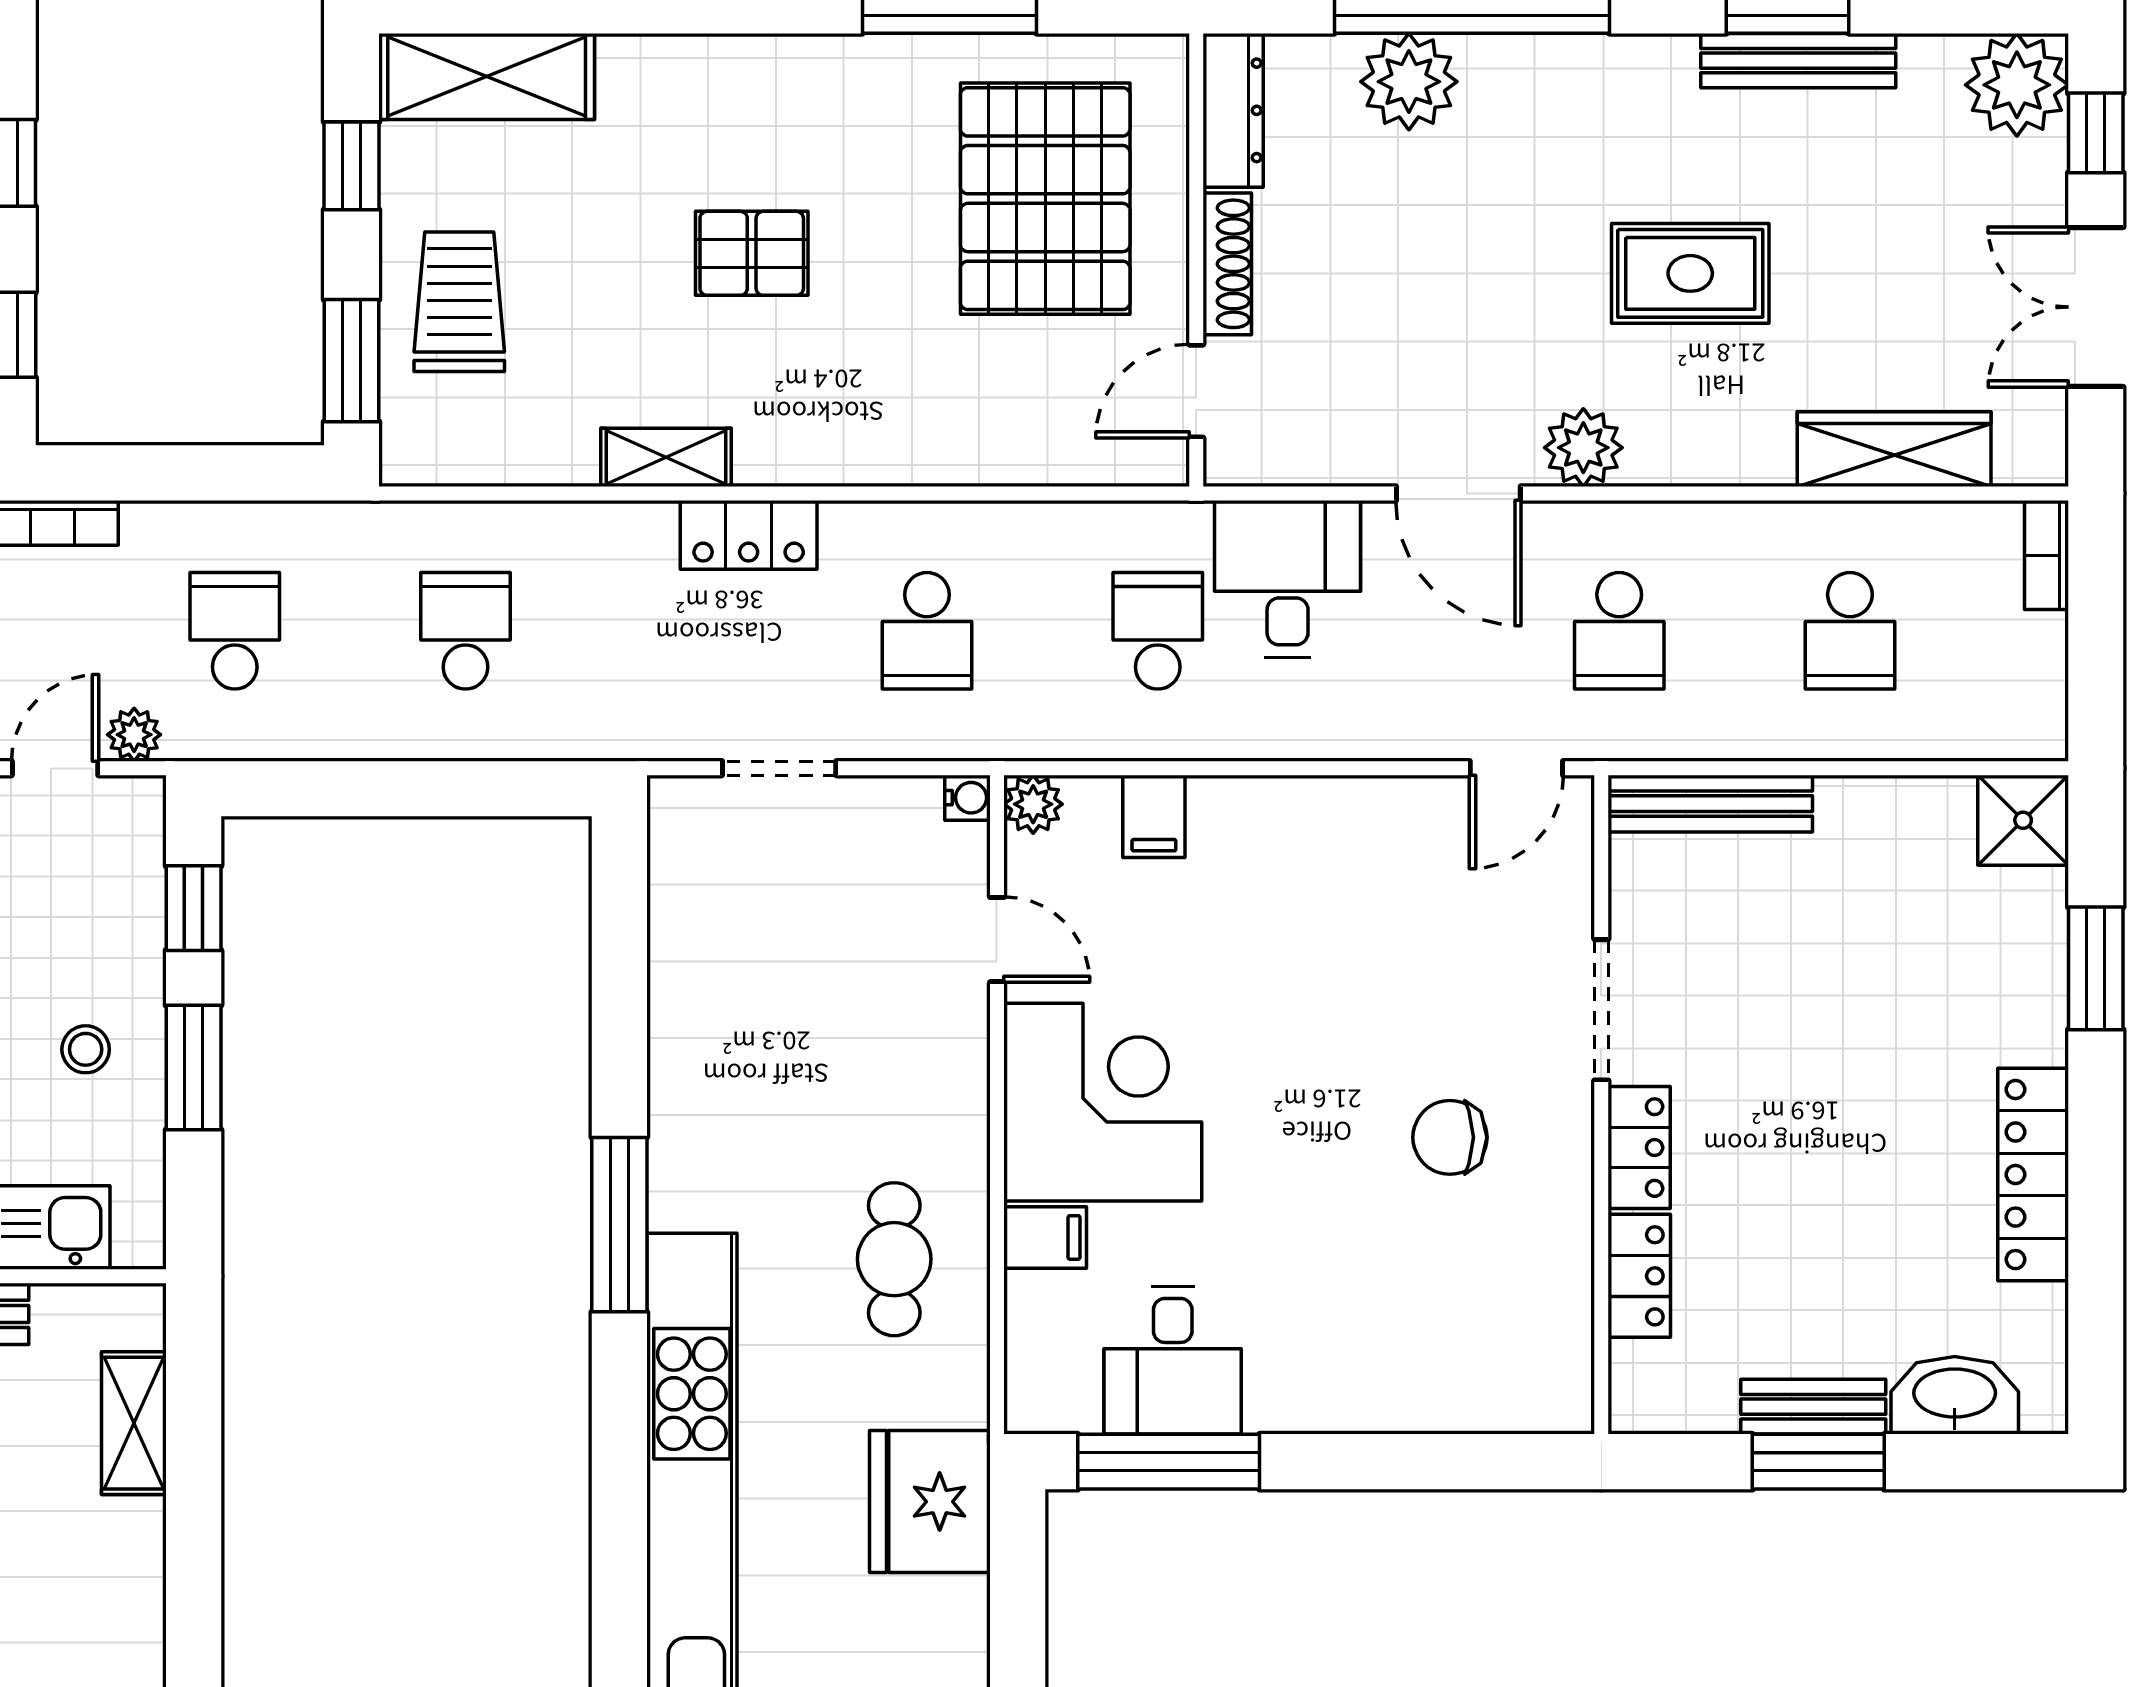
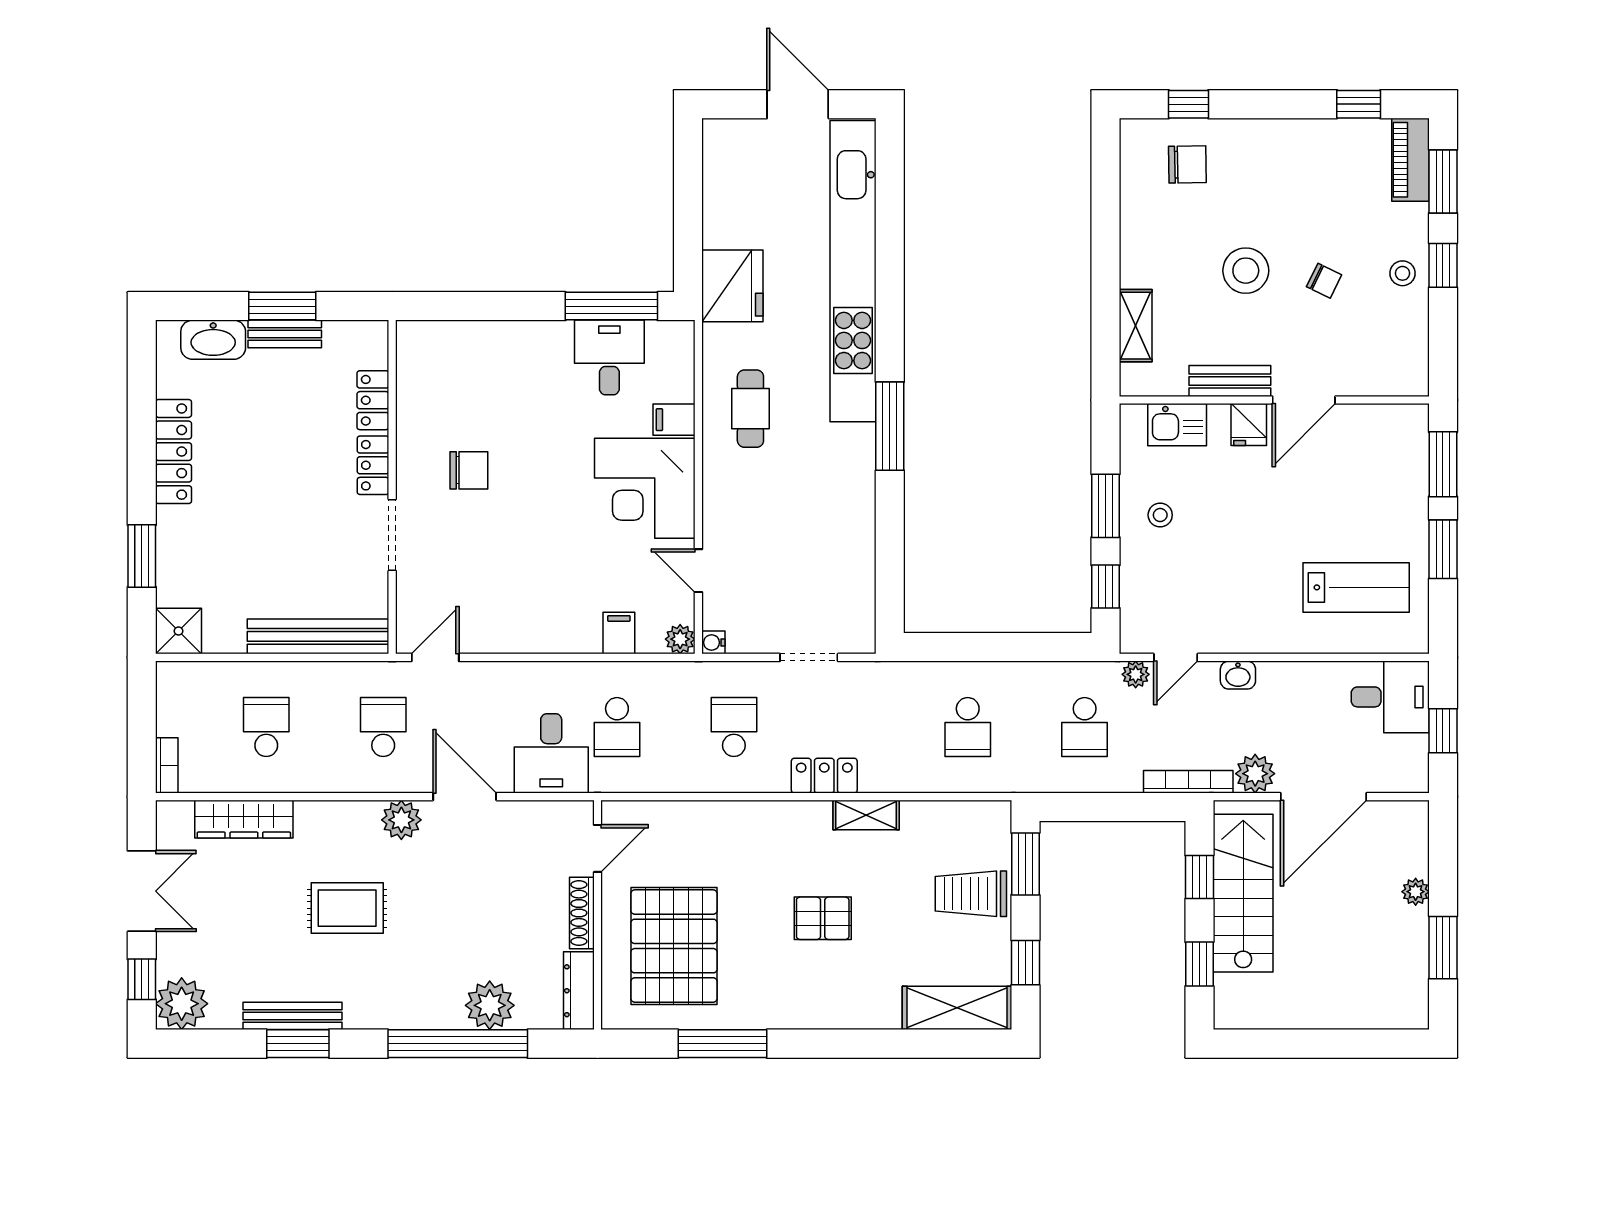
trolley: (459, 302) -> (971, 894), turned 90
bench: (1710, 804) -> (318, 636), width x1.37, depth x1.21

